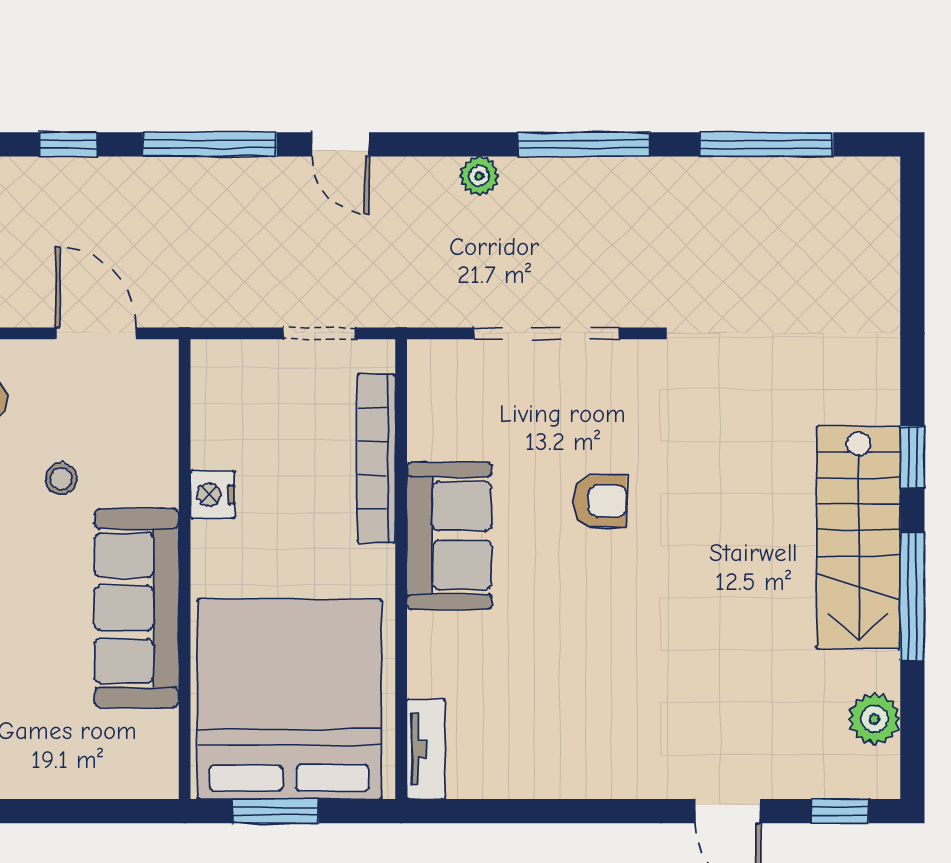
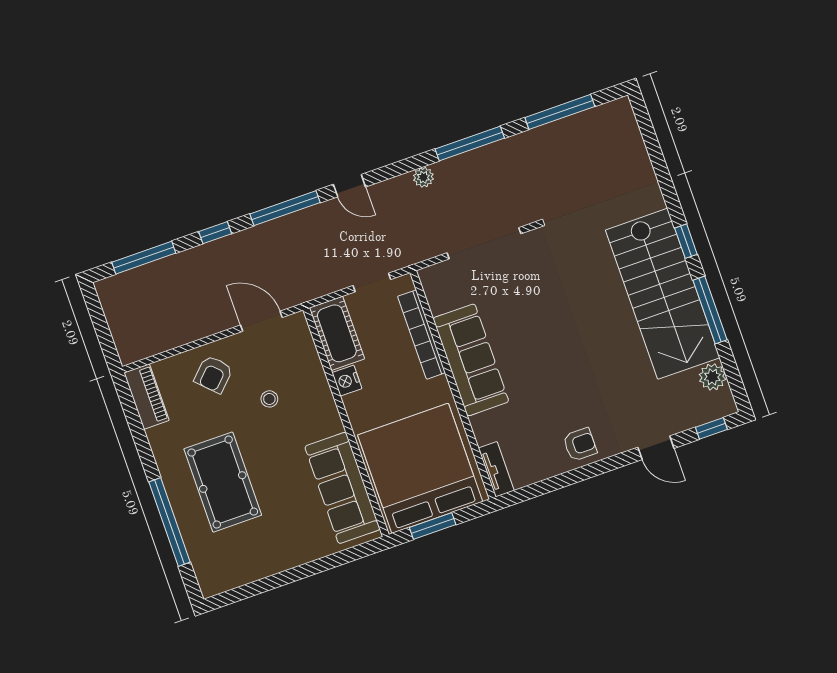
cot: (224, 403) -> (337, 333), added
armchair: (600, 501) -> (580, 444), moved
sofa: (449, 536) -> (471, 360), width x1.36
stairs: (858, 537) -> (663, 294), width x1.36, depth x1.51
sofa: (137, 608) -> (342, 488), moved

